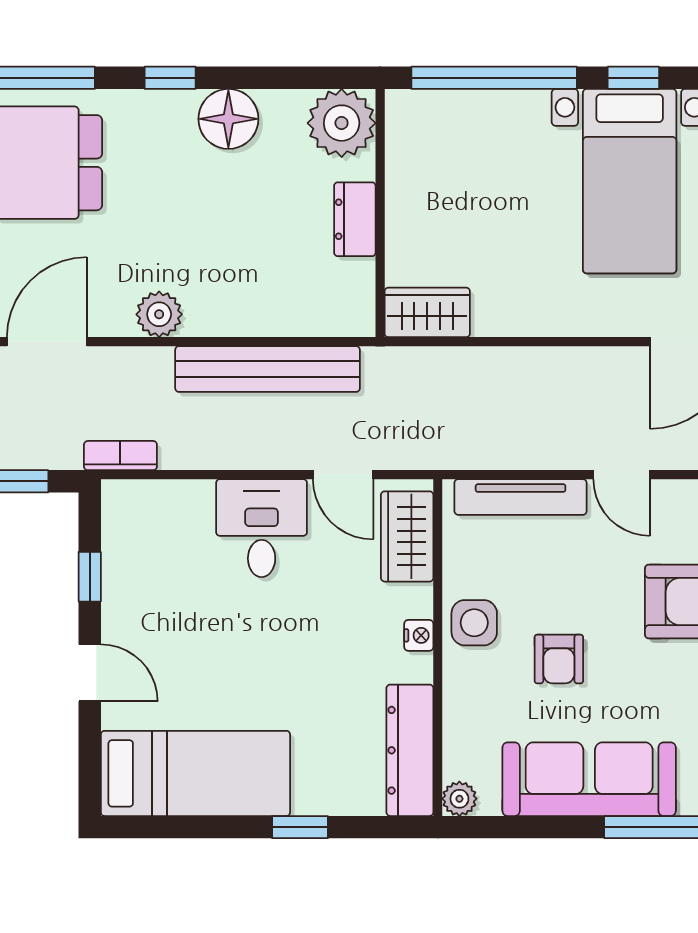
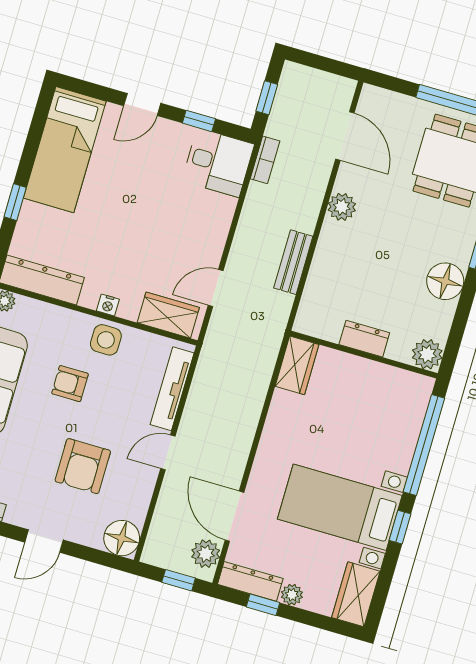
plant: (342, 123) -> (427, 354), width x0.73, depth x0.73
bench: (268, 369) -> (293, 262), width x0.54, depth x0.82
desk: (262, 528) -> (218, 163), moved

